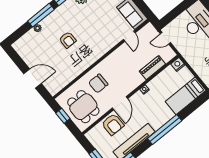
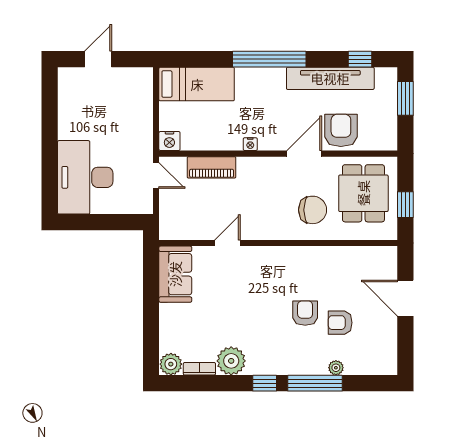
door: (129, 36) -> (227, 243), moved
door: (165, 38) -> (156, 175), moved
armchair: (51, 47) -> (340, 323), added

